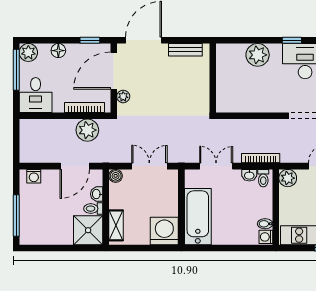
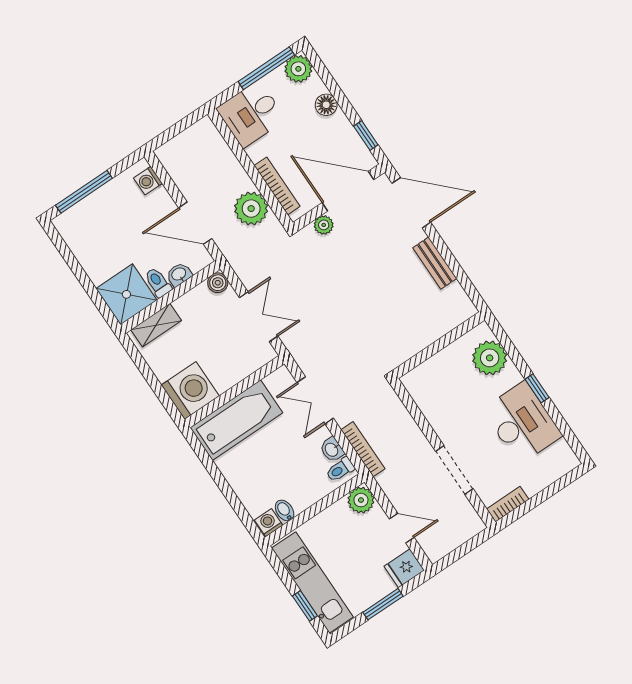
wall: (213, 78) -> (439, 345), moved
double door: (216, 166) -> (315, 400), swing flipped

